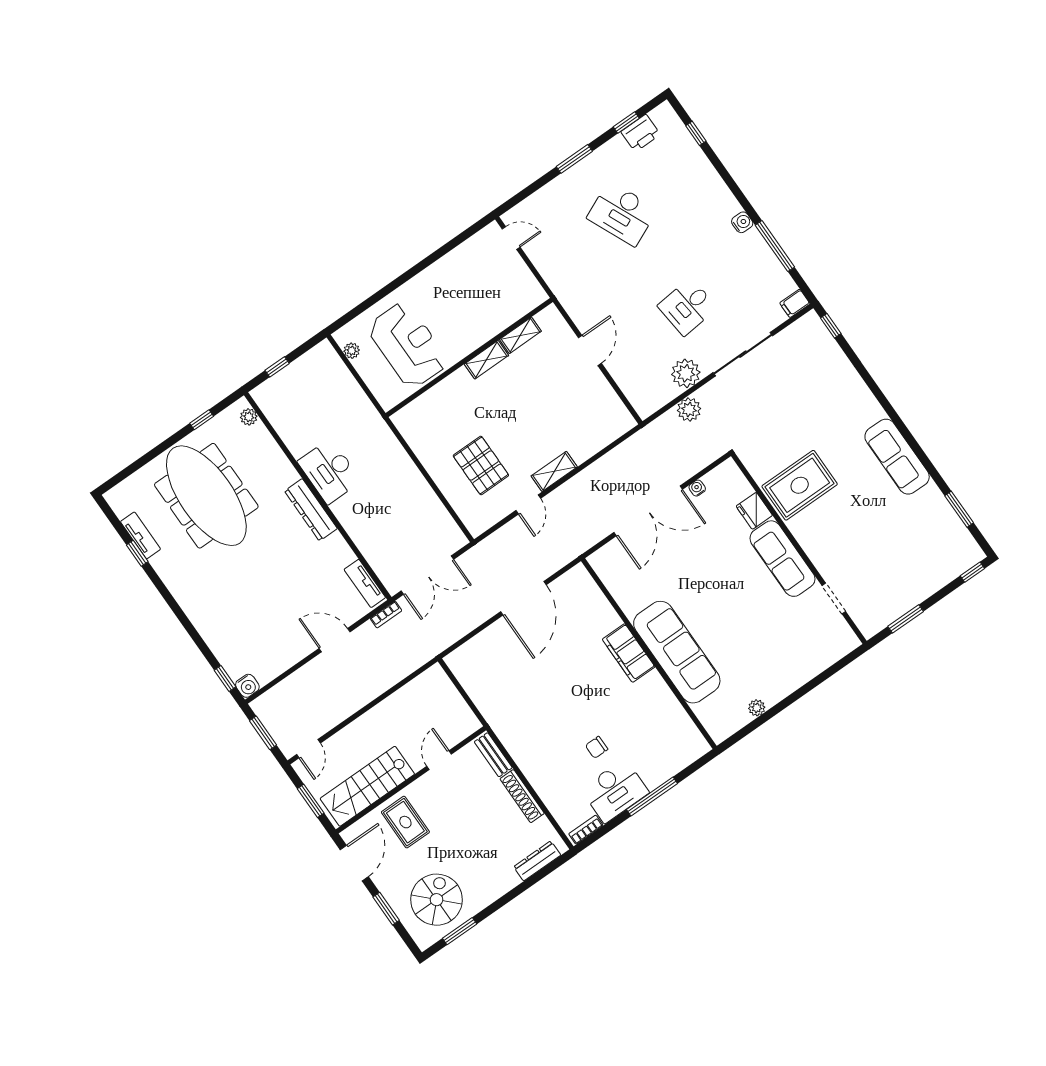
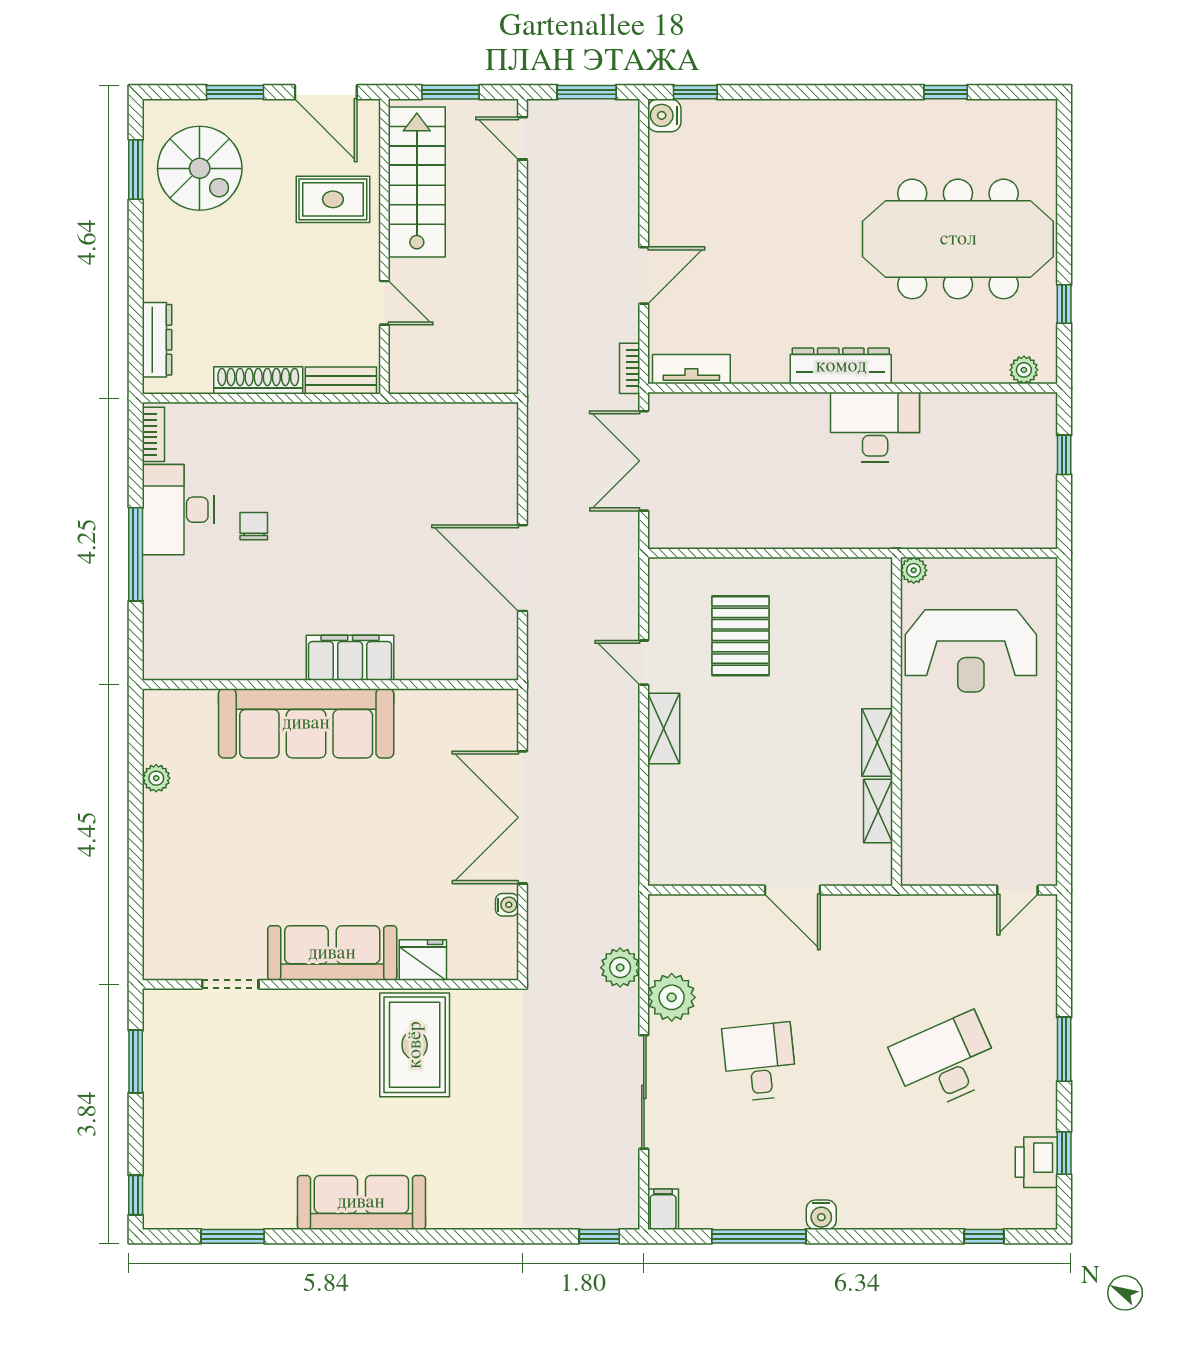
plant: (352, 351) -> (914, 570), moved
pallet: (481, 465) -> (740, 636), turned 90
tv unit: (140, 535) -> (967, 113), removed

